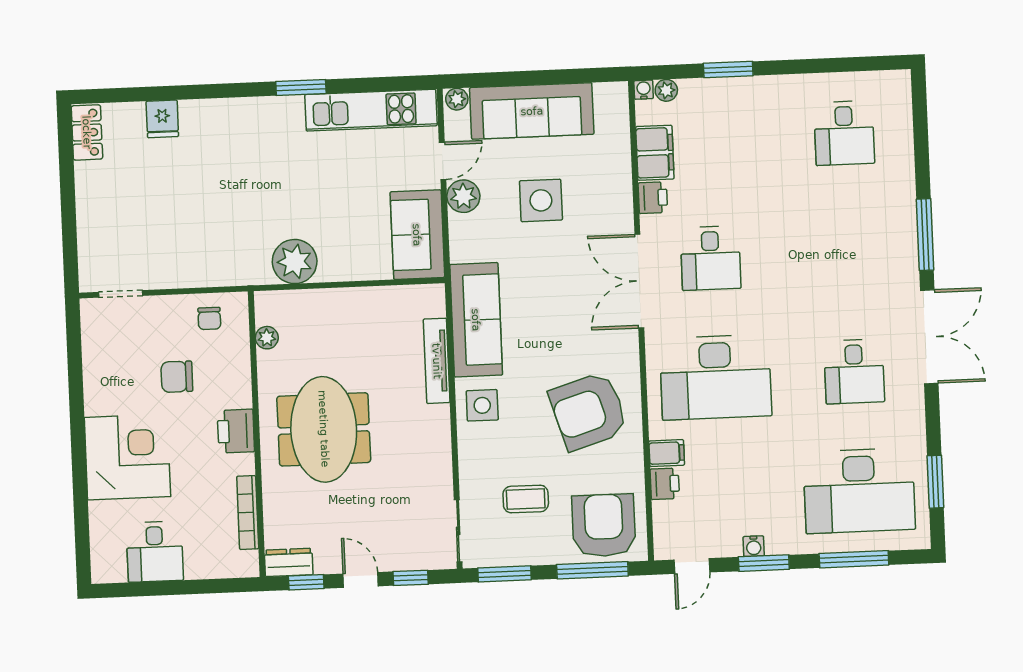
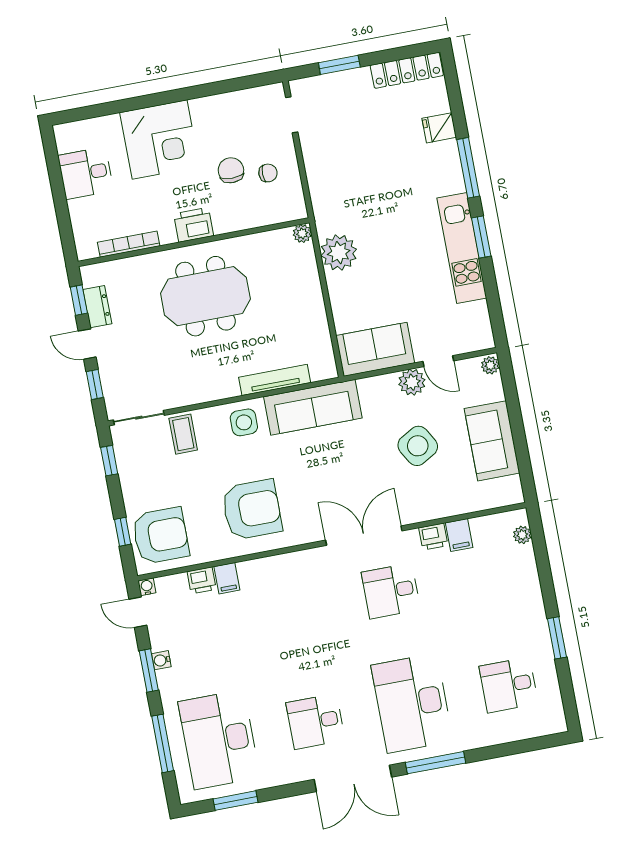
window: (728, 70) -> (557, 638), moved
water cooler: (644, 90) -> (147, 587), moved, turned -90
window: (216, 91) -> (468, 168), added
kitchen unit: (371, 110) -> (462, 248), moved
sofa: (532, 111) -> (492, 441), width x0.73
locker: (87, 132) -> (407, 70), width x1.53
filing cabinet: (655, 153) -> (459, 535), width x0.50
side table: (541, 200) -> (418, 446), turned -30
window: (69, 228) -> (339, 65), added
chair: (209, 318) -> (268, 173), moved, turned 180
plant: (267, 338) -> (302, 233), moved
desk: (716, 377) -> (412, 703), moved
armchair: (588, 411) -> (252, 510), turned 107
coffee table: (526, 499) -> (183, 434), moved
dresser: (289, 562) -> (97, 307), moved
window: (592, 570) -> (123, 532), width x0.46
window: (505, 574) -> (109, 461), width x0.67
door: (361, 580) -> (87, 344), swing flipped

